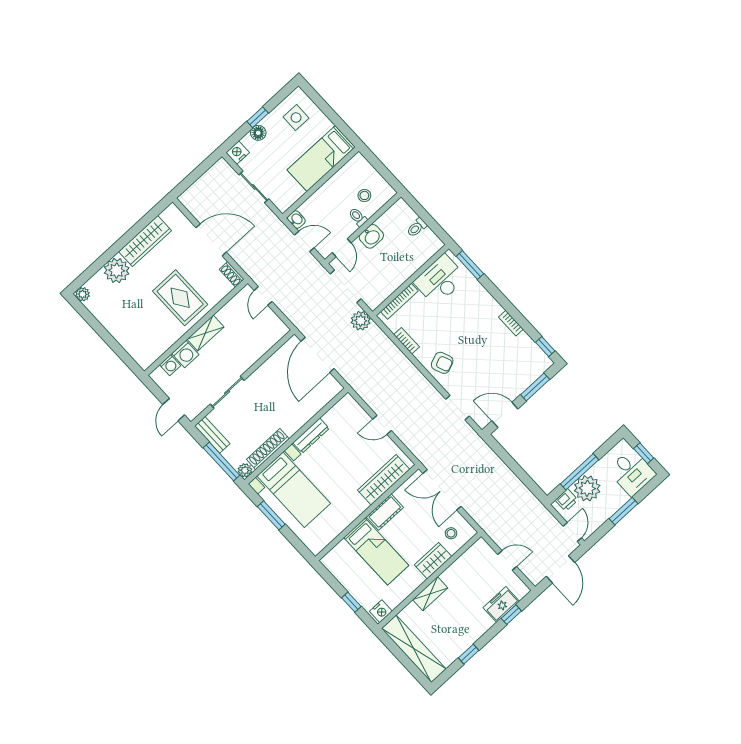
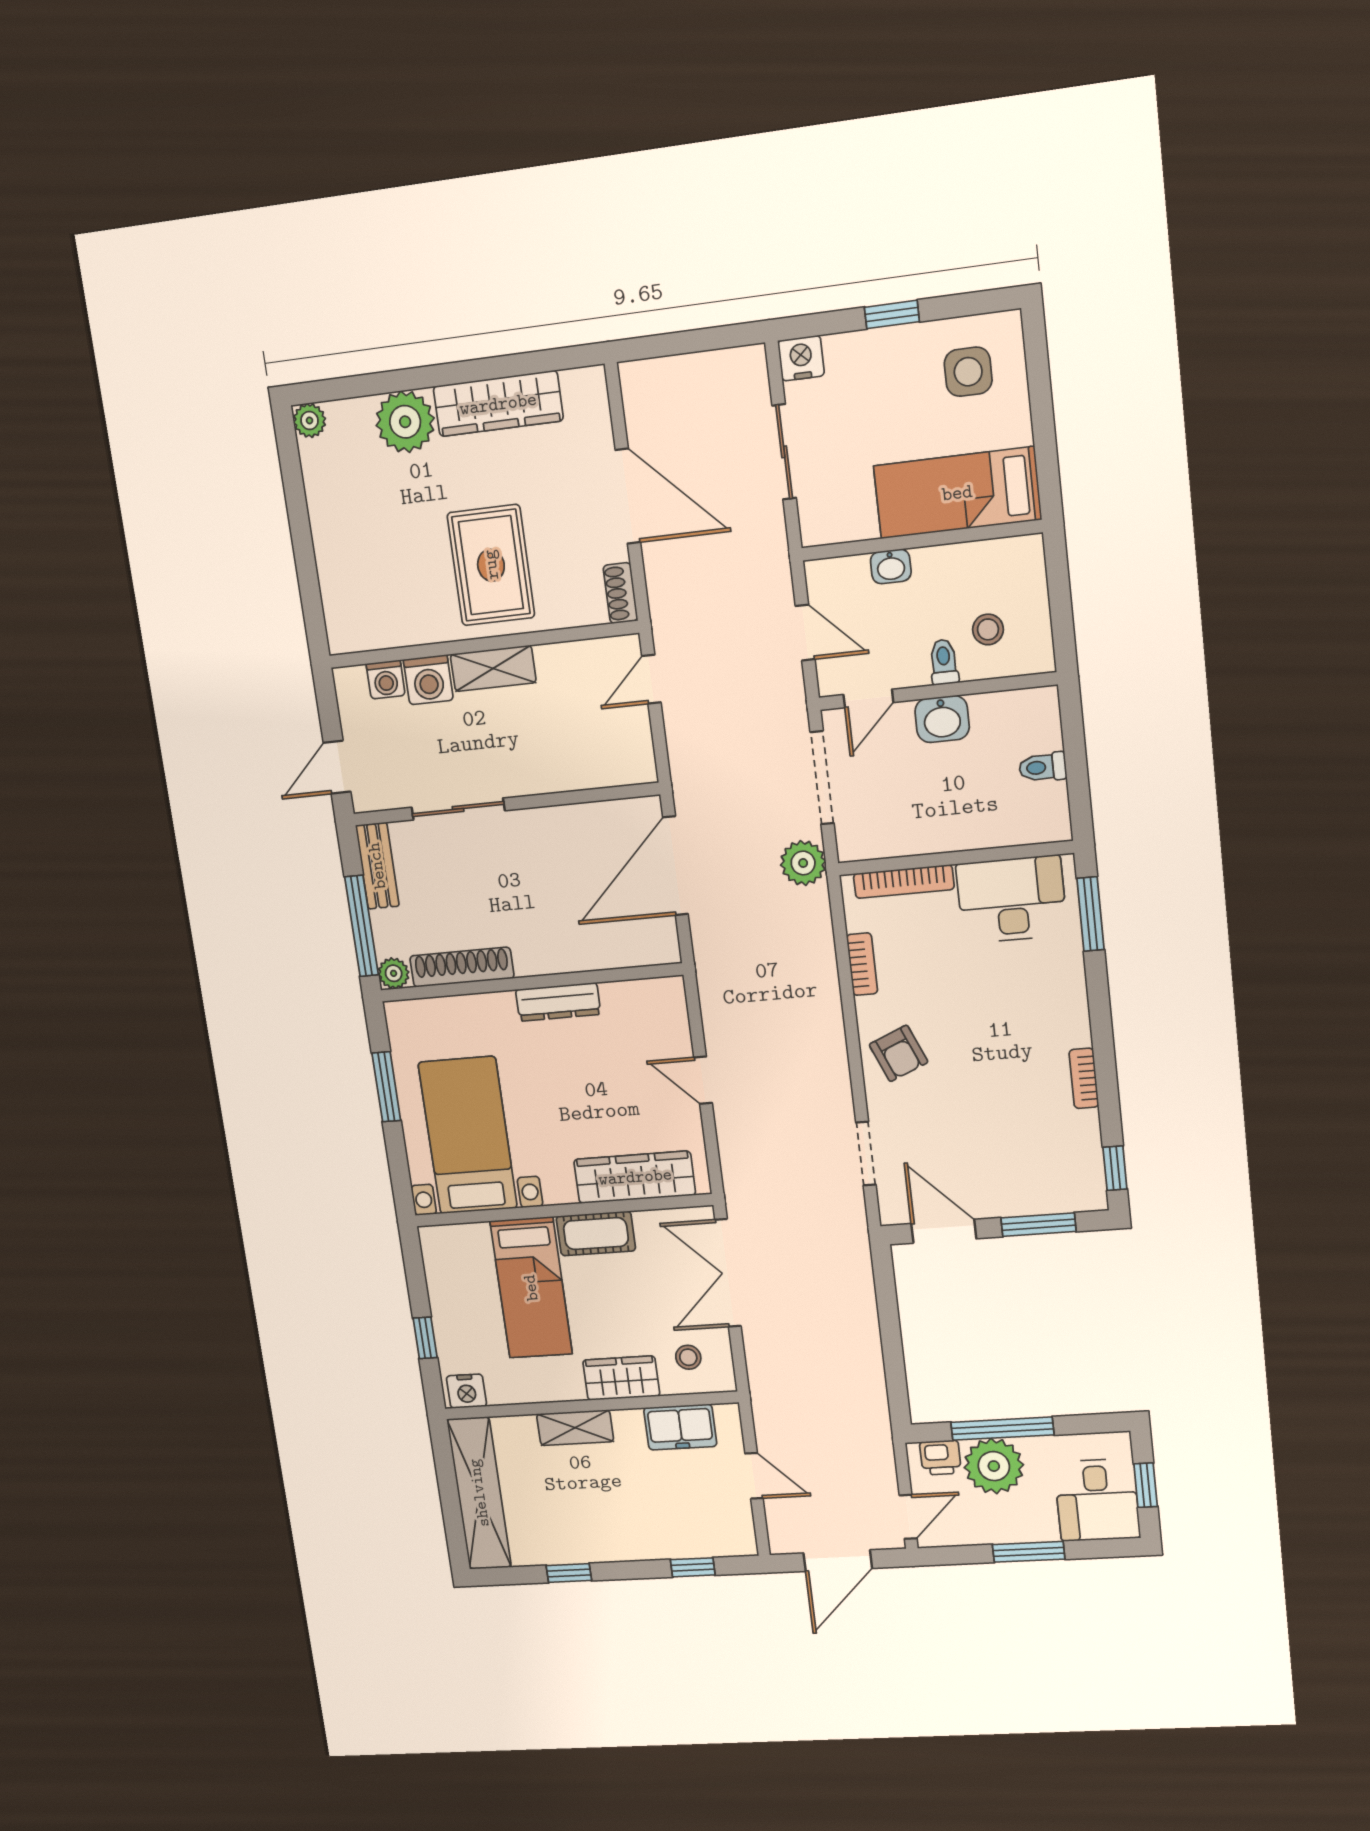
floor lamp: (258, 133) -> (870, 348), removed
washbasin: (296, 220) -> (891, 566), moved, turned 90
bed with nightstands: (294, 490) -> (468, 1135), moved, turned 180
freezer: (501, 604) -> (680, 1427), moved, turned 180

